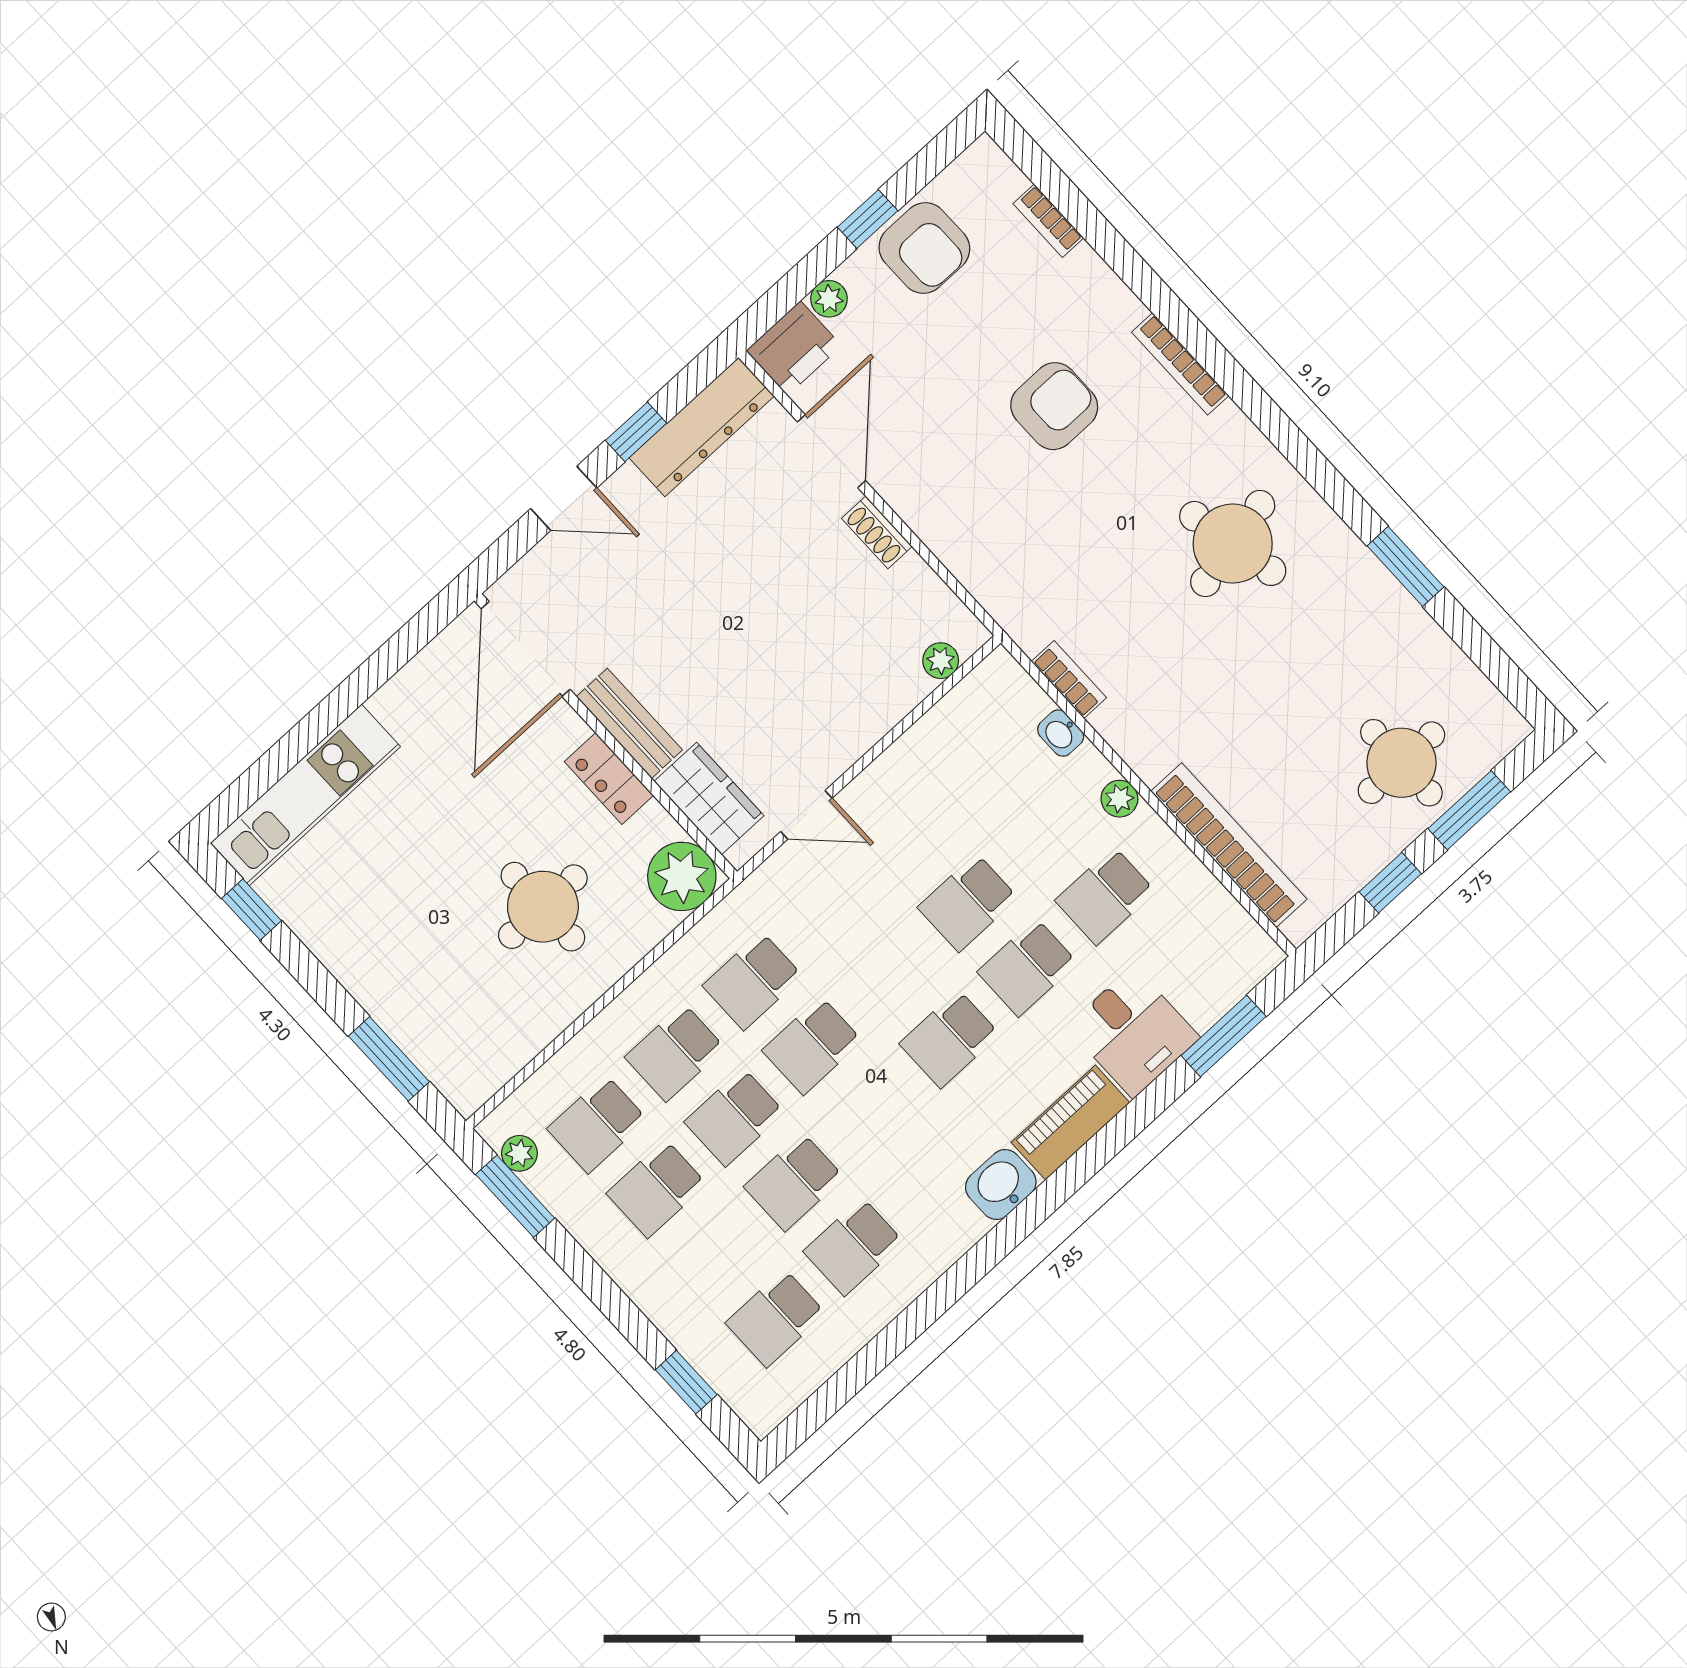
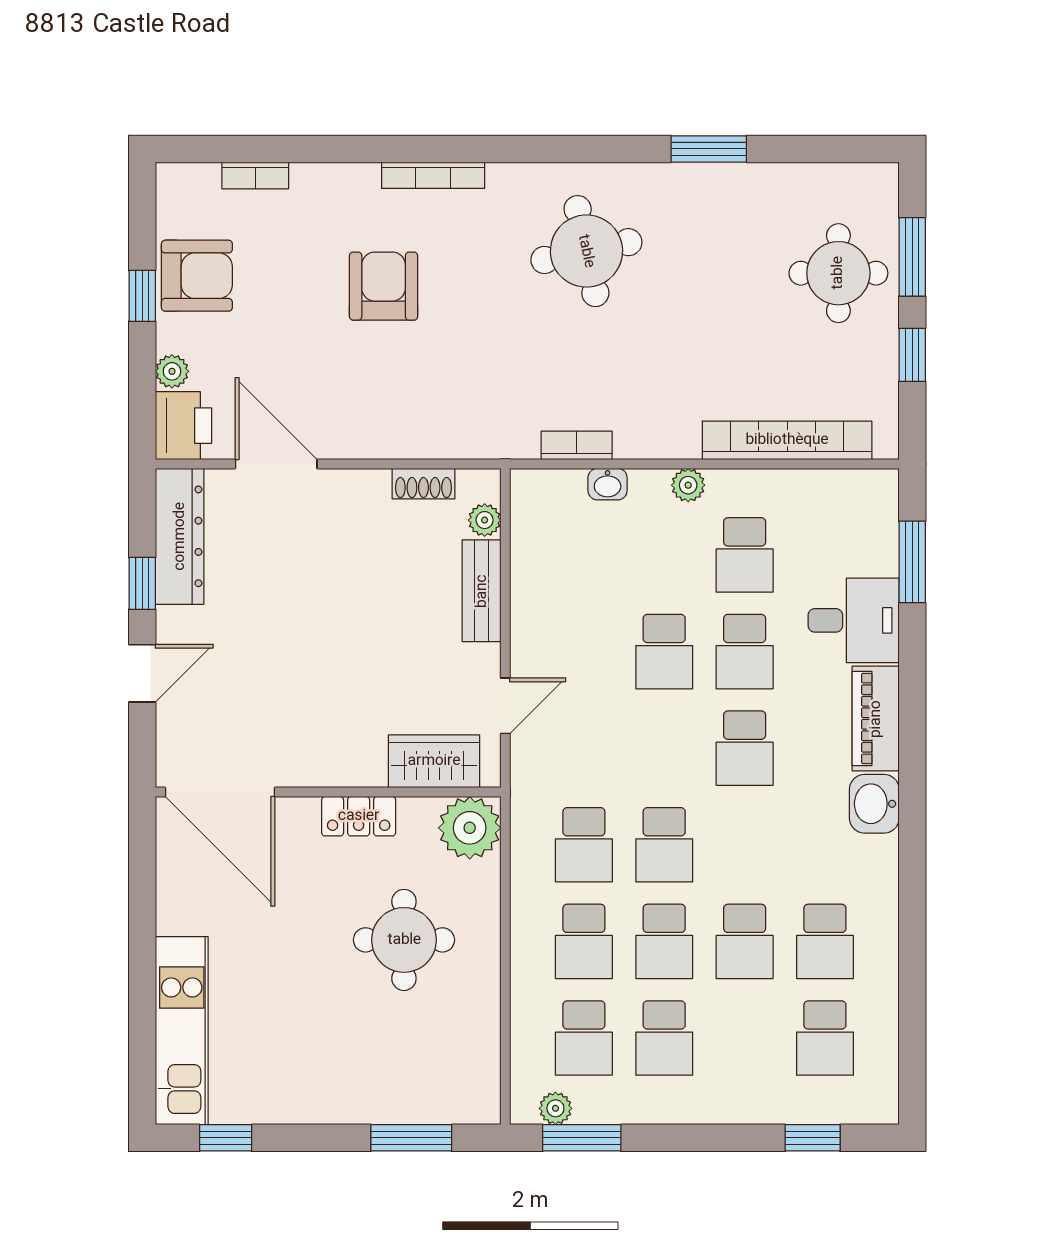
shoe rack: (877, 532) -> (423, 484), moved
bench: (629, 723) -> (482, 591), moved, turned 90

